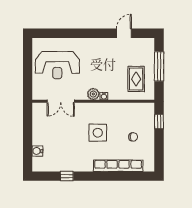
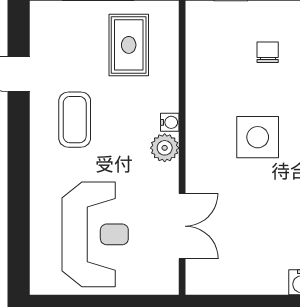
coffee table: (105, 57) -> (75, 120), added
rug: (136, 79) -> (129, 45), turned 90

